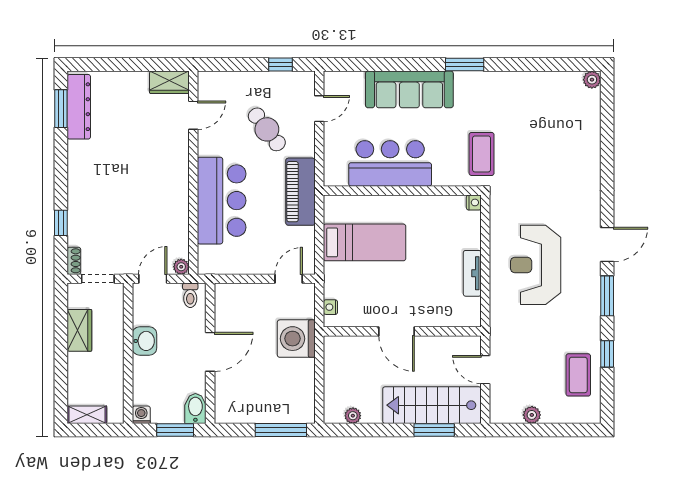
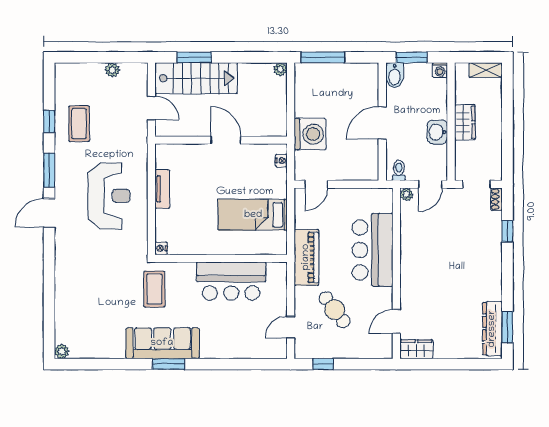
sofa: (409, 89) -> (162, 343), moved
wardrobe: (79, 330) -> (465, 122), moved, turned 180
coffee table: (578, 375) -> (79, 124), moved
plant: (353, 416) -> (280, 69), moved

